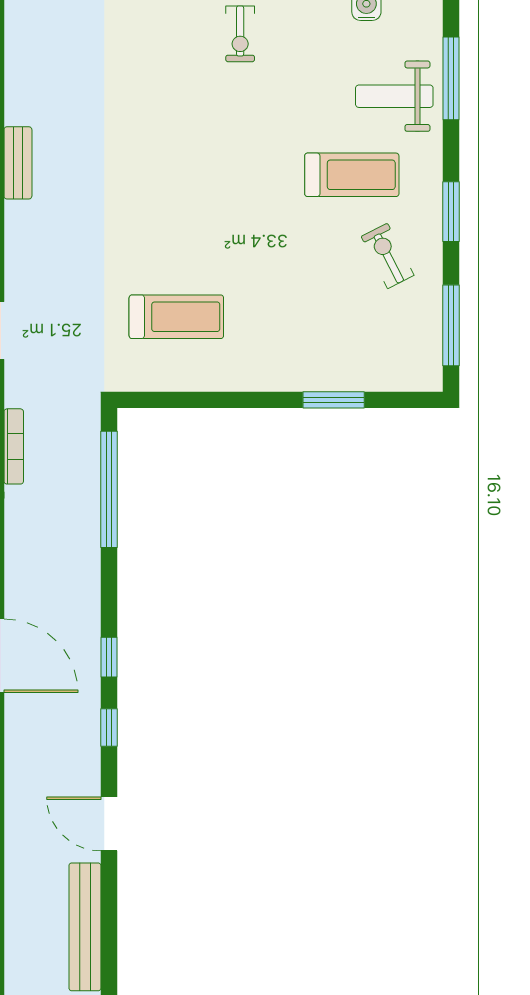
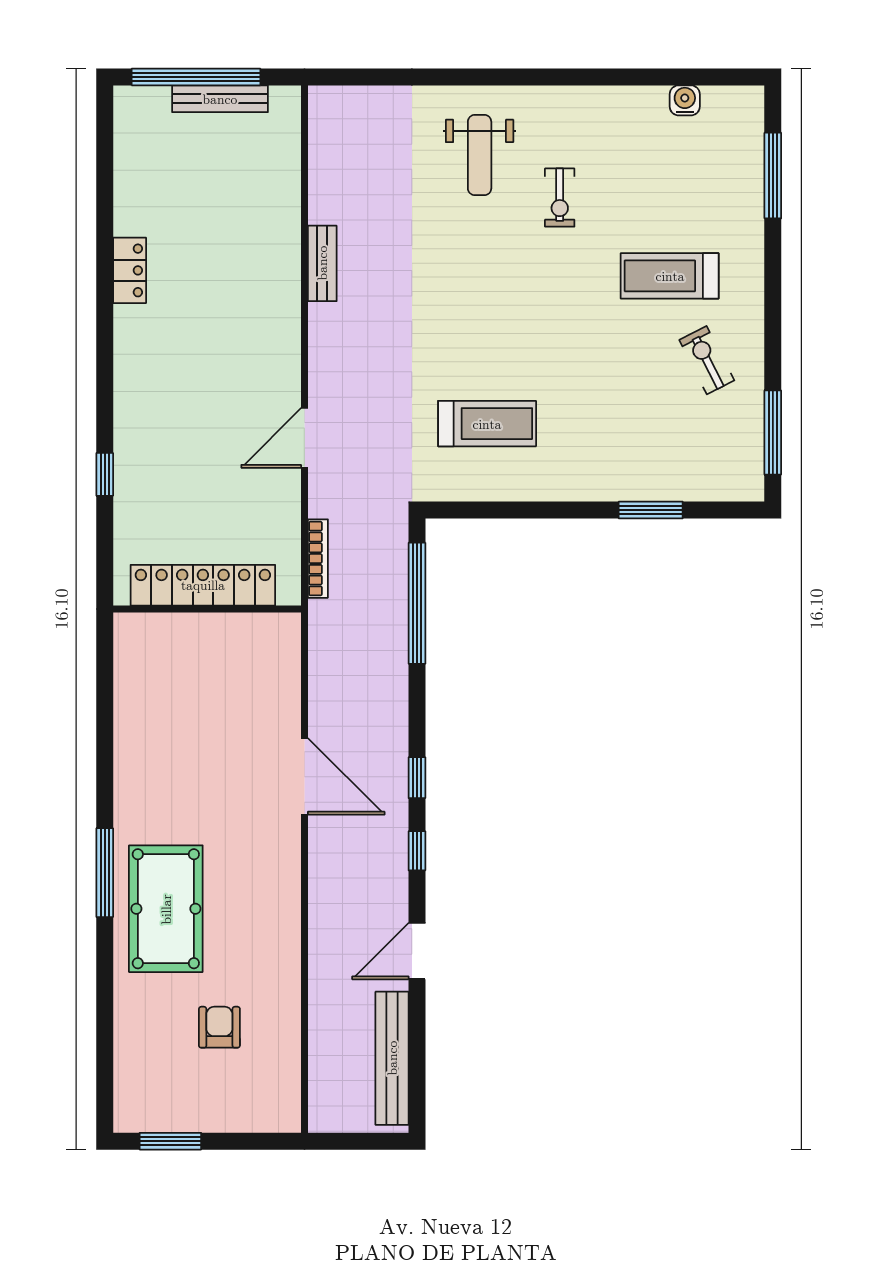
exercise bike: (240, 34) -> (560, 198), moved
weight bench: (394, 96) -> (480, 155), moved, turned -90
treadmill: (352, 175) -> (670, 276), turned 180
window: (451, 212) -> (773, 314), removed
door: (109, 824) -> (417, 951), hinge flipped

